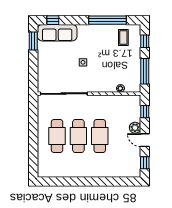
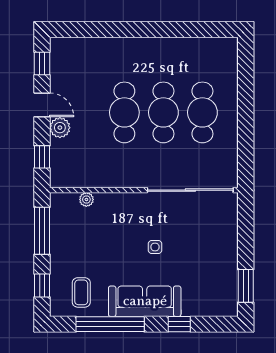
window: (53, 20) -> (179, 324), moved
sofa: (57, 33) -> (145, 301), moved

